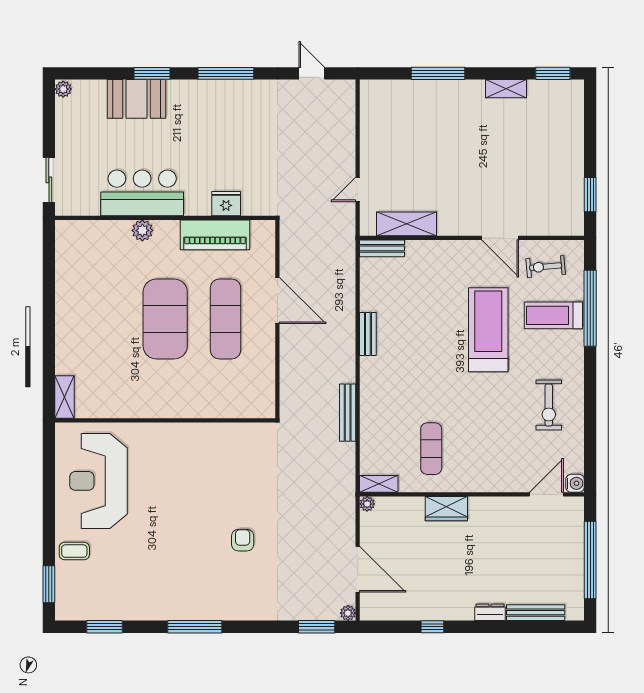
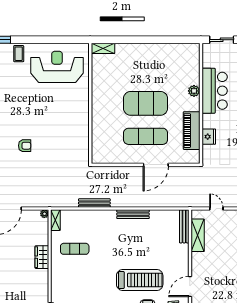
bench: (382, 248) -> (184, 226), width x1.36
bench: (368, 334) -> (133, 214), width x1.36

